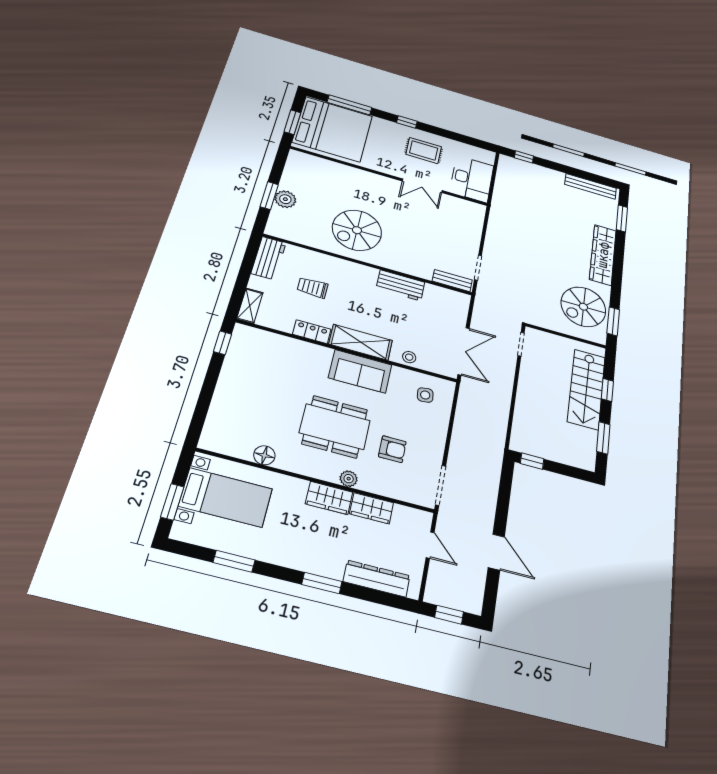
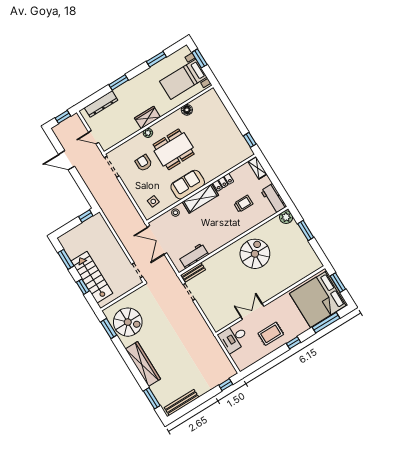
desk: (472, 179) -> (234, 338), width x0.73
plant: (285, 199) -> (286, 217), moved
workbench: (400, 285) -> (194, 256), moved
spiral stairs: (583, 307) -> (128, 322), turned 90
armchair: (392, 449) -> (144, 163), turned 90
wardrobe: (372, 508) -> (128, 130), removed

